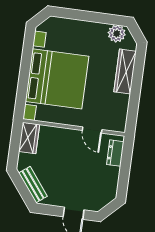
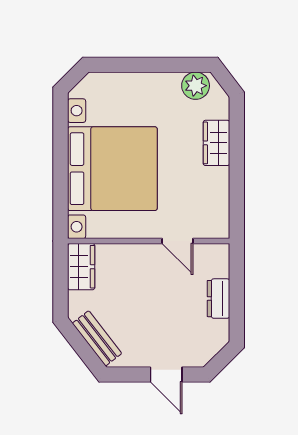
wardrobe: (125, 71) -> (216, 143), width x0.67
dresser: (115, 153) -> (219, 299), moved

